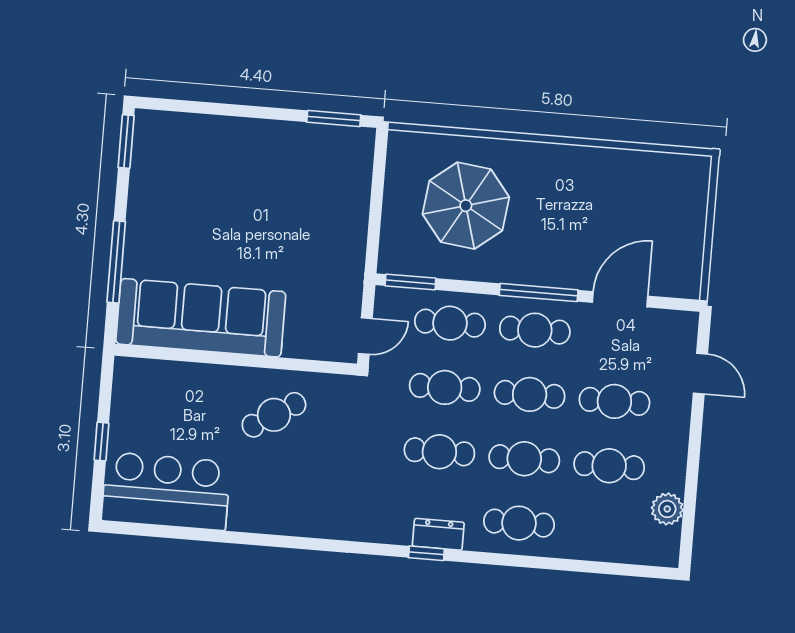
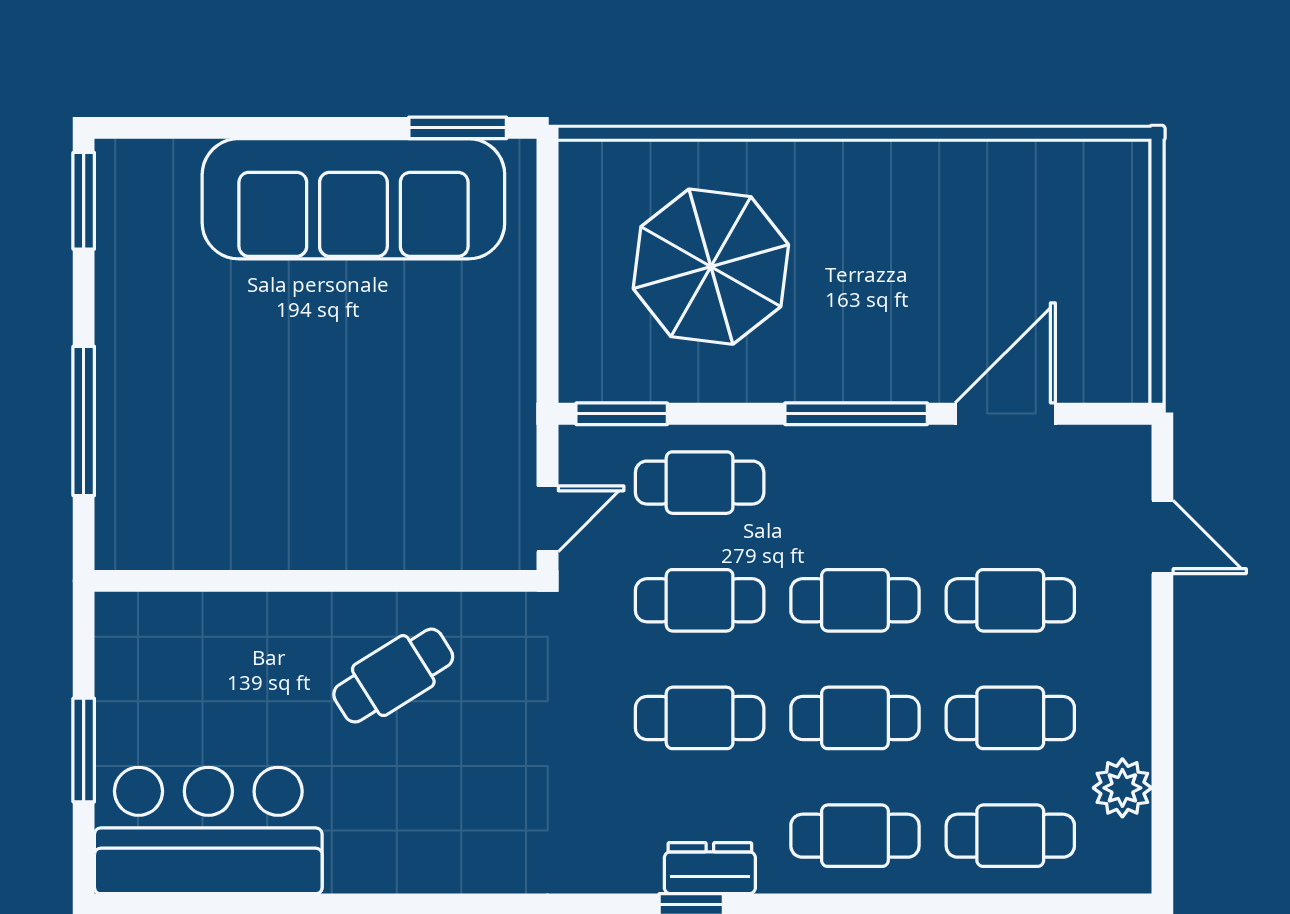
sofa: (201, 318) -> (353, 199), moved, turned 180
cafe table: (535, 330) -> (1010, 836), moved
window: (101, 442) -> (84, 750), width x1.50

